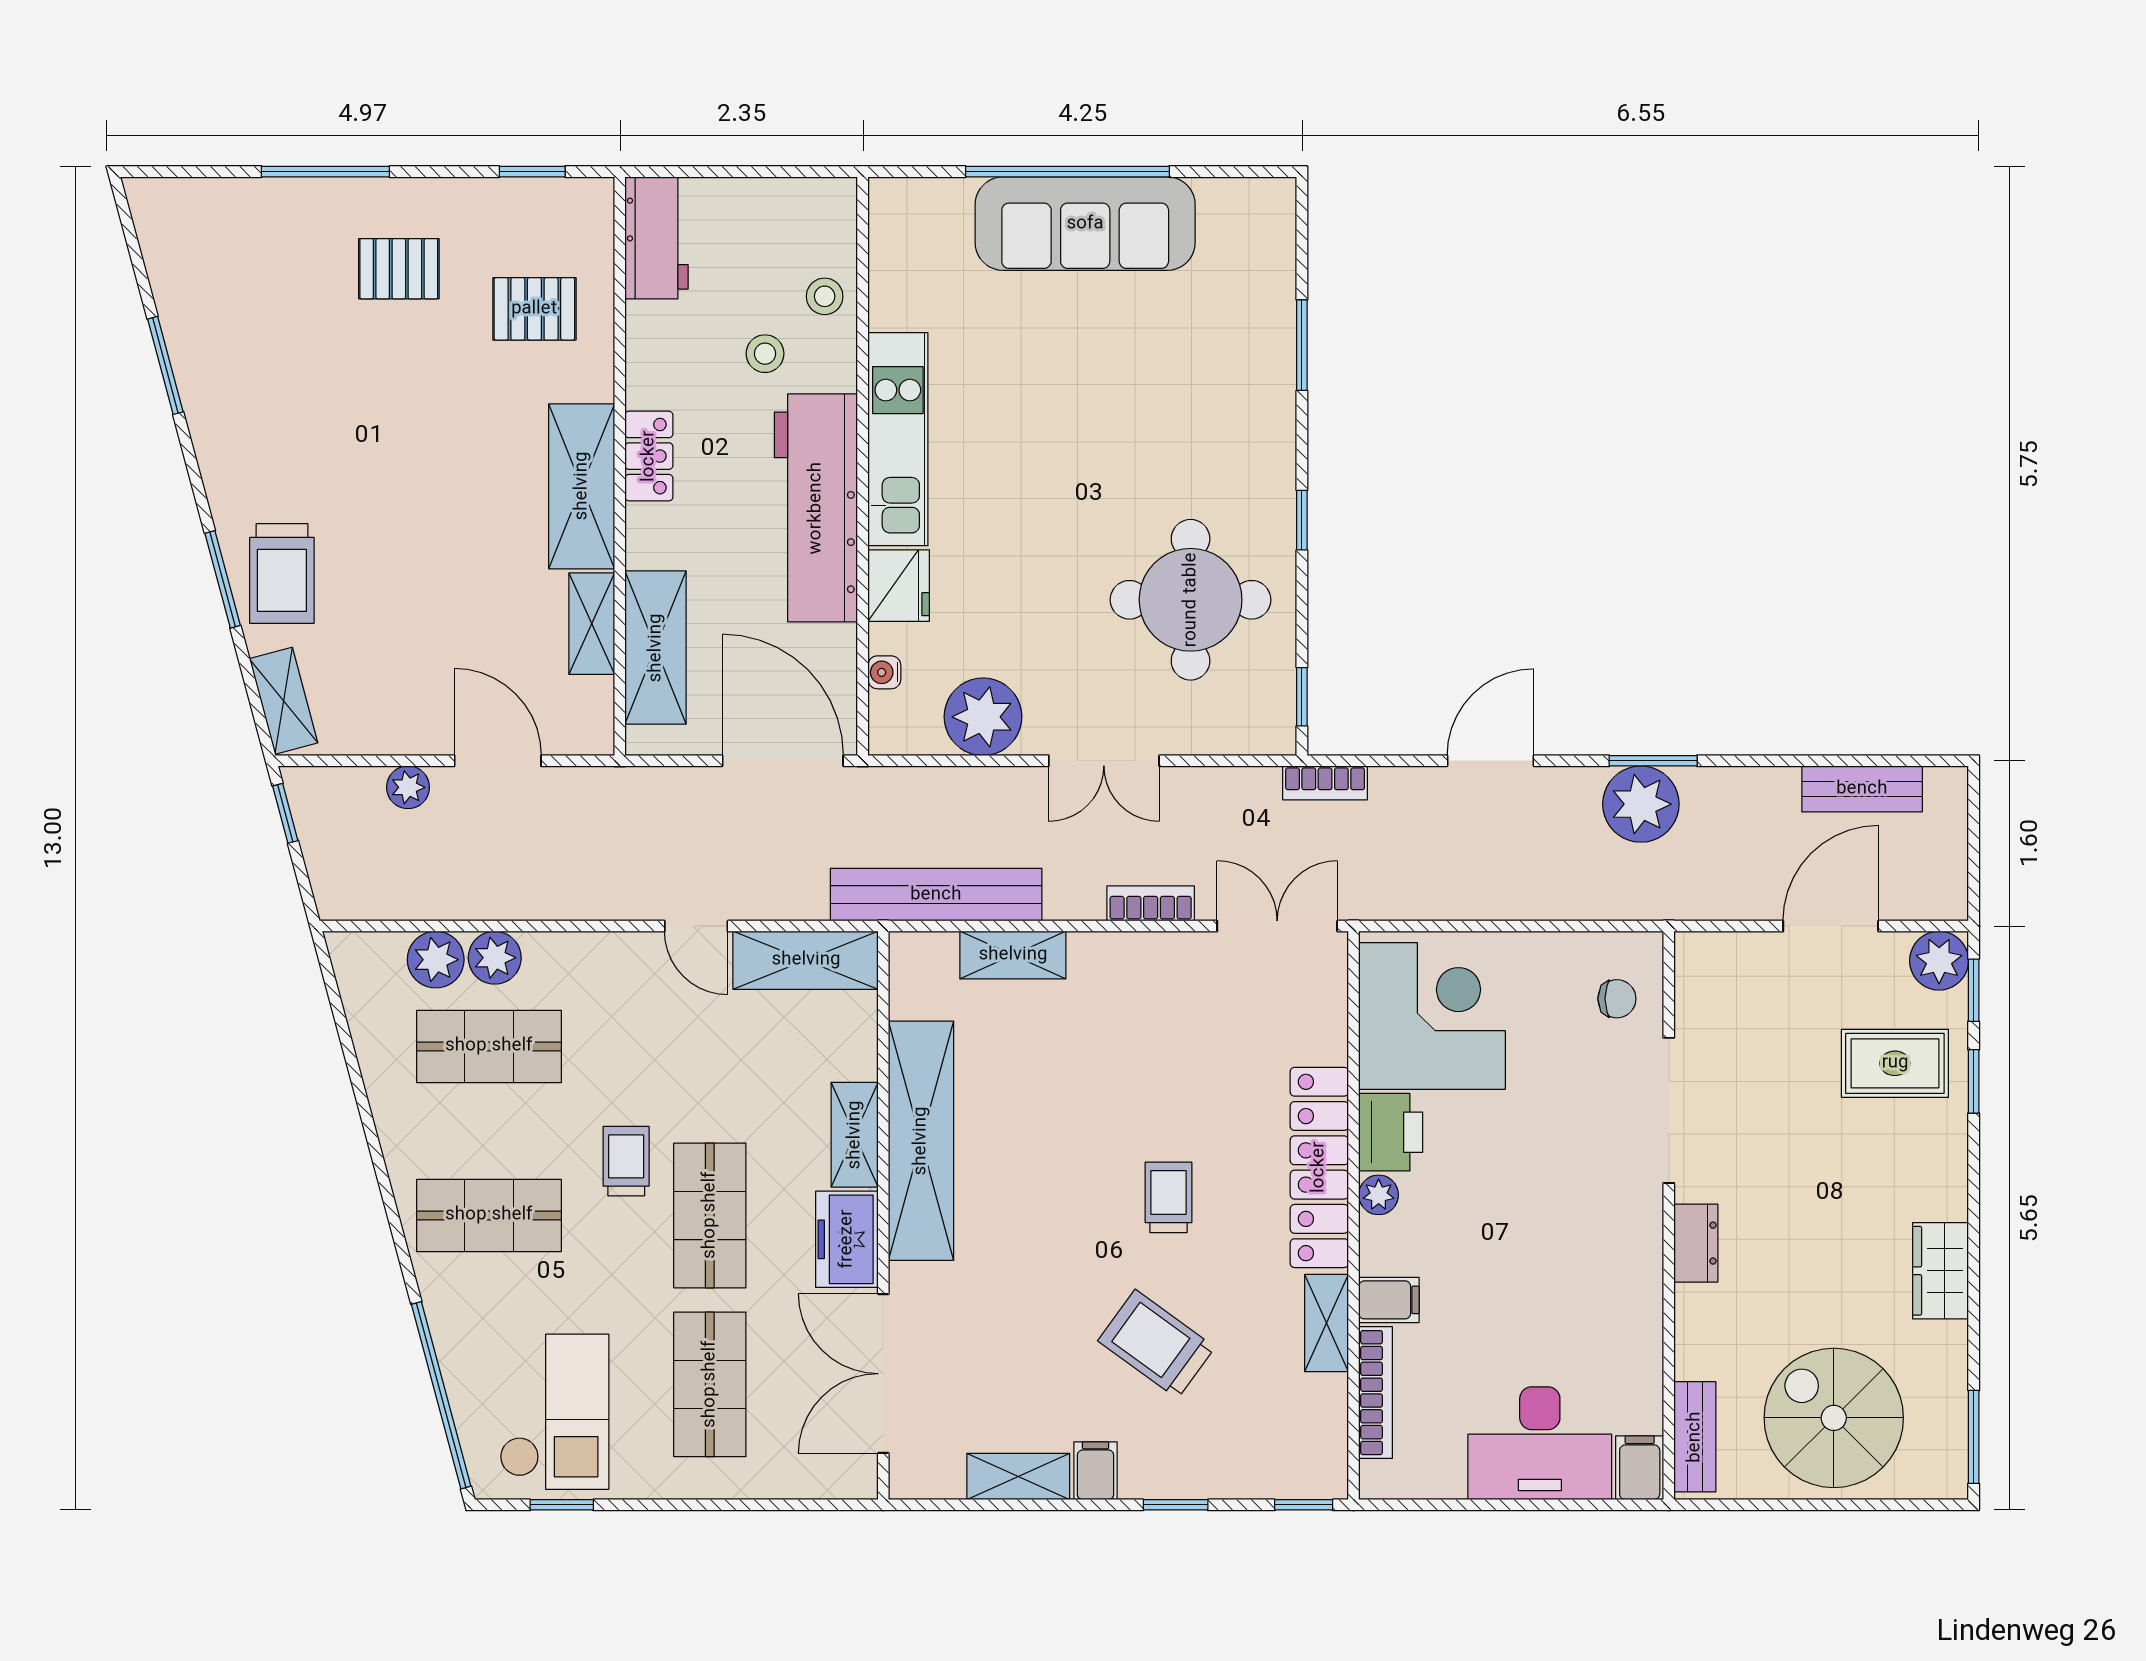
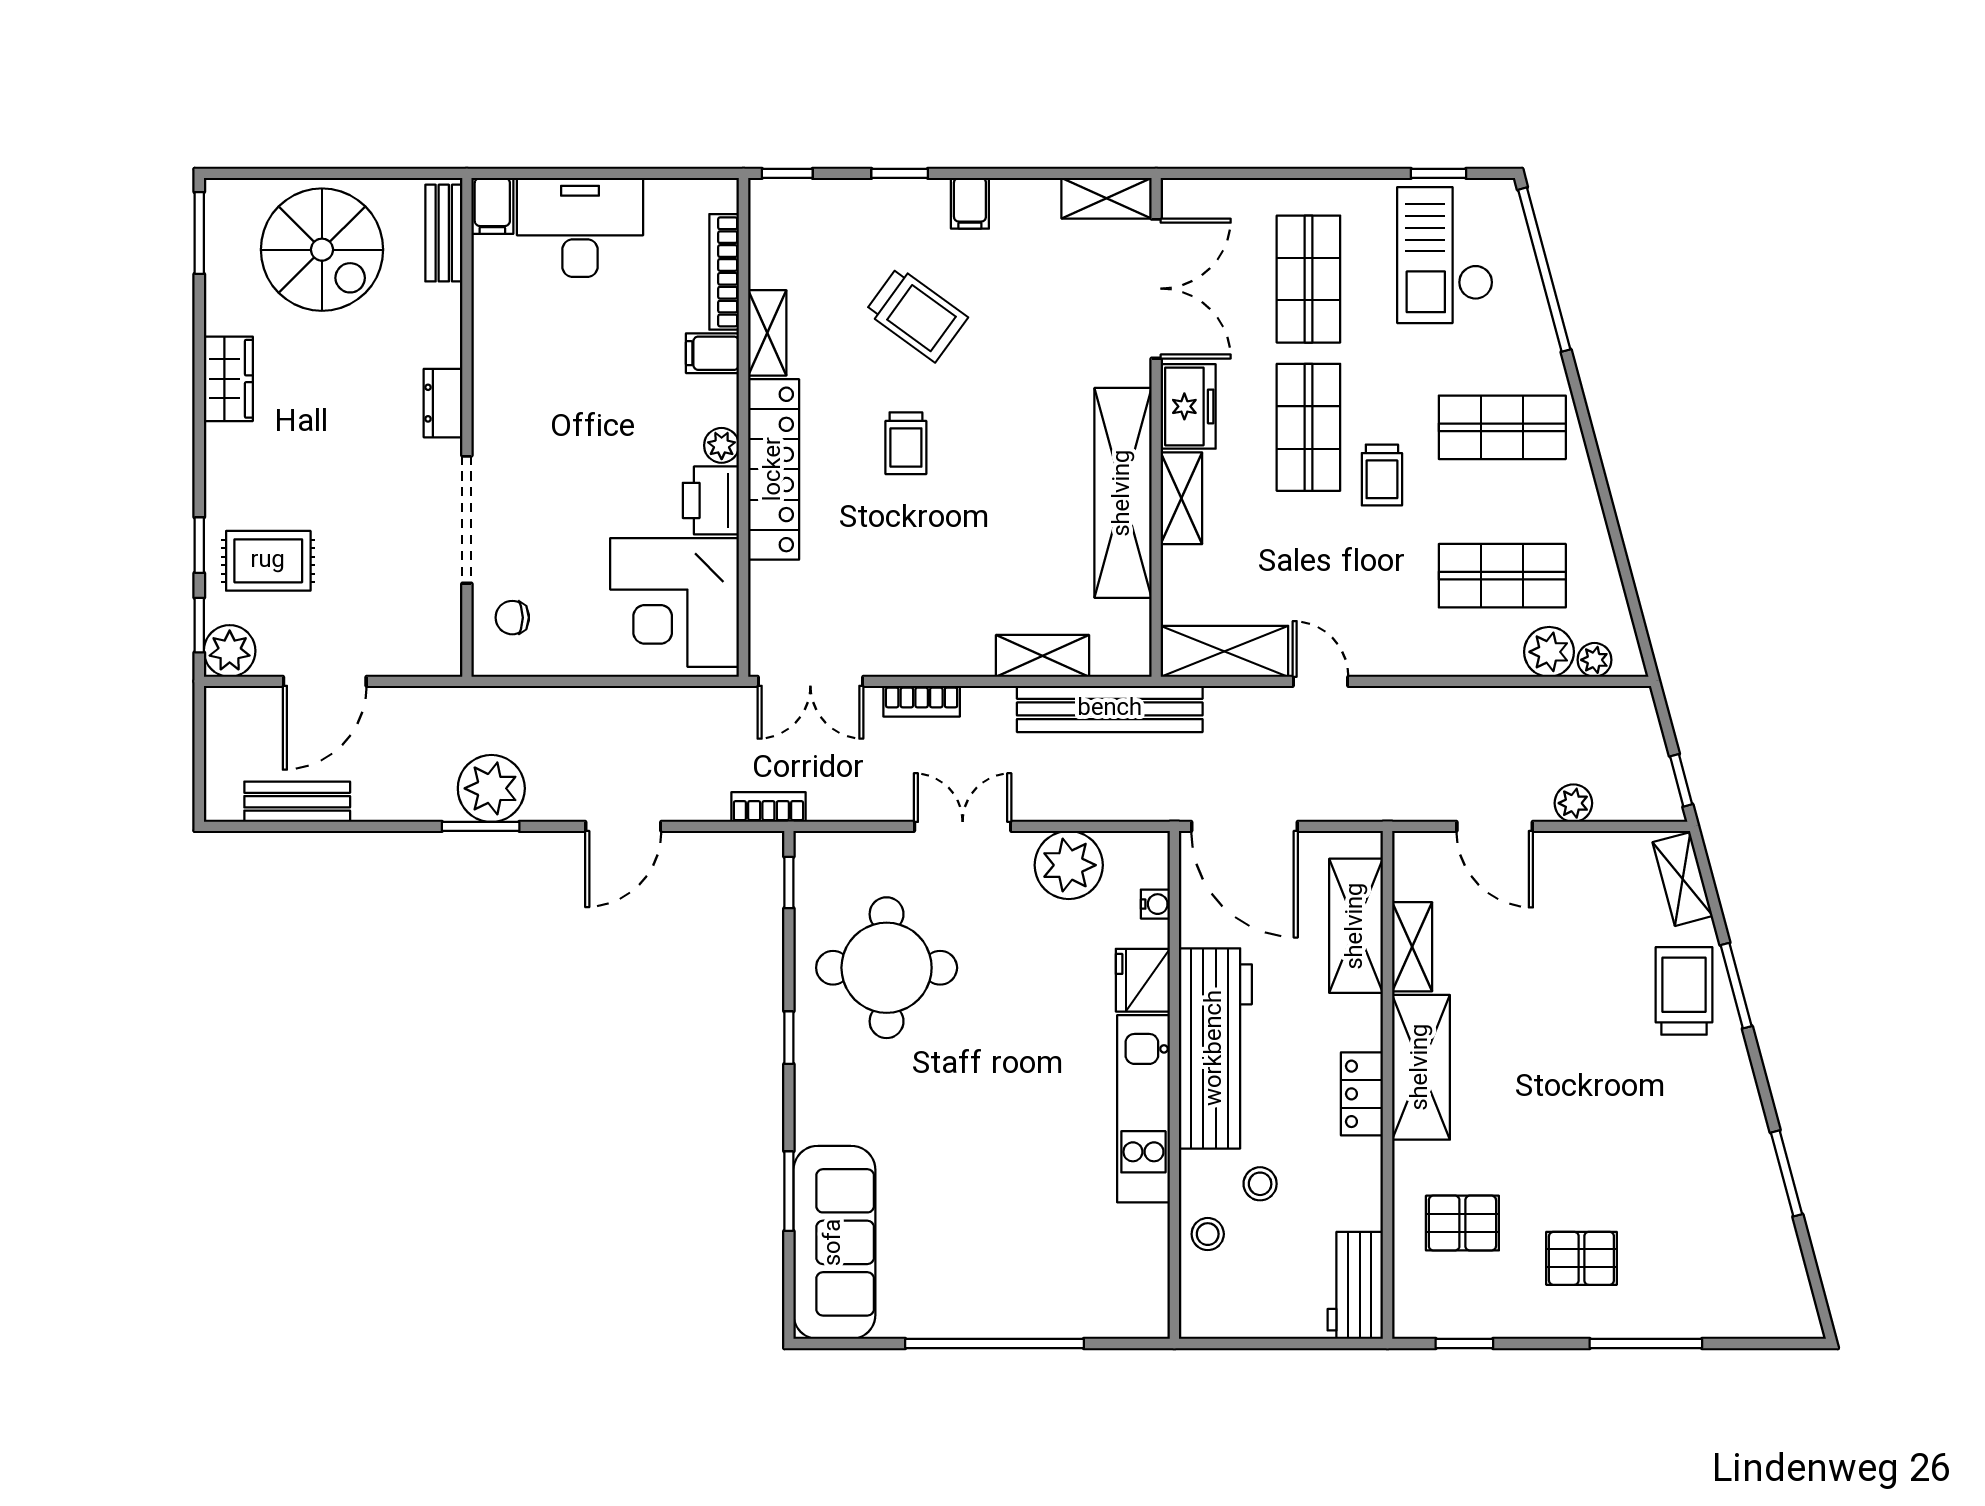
sofa: (1085, 224) -> (834, 1242), moved, turned 90
plant: (495, 958) -> (1594, 660), moved, width x0.73, depth x0.73
shelving: (1018, 1477) -> (1107, 198), moved

